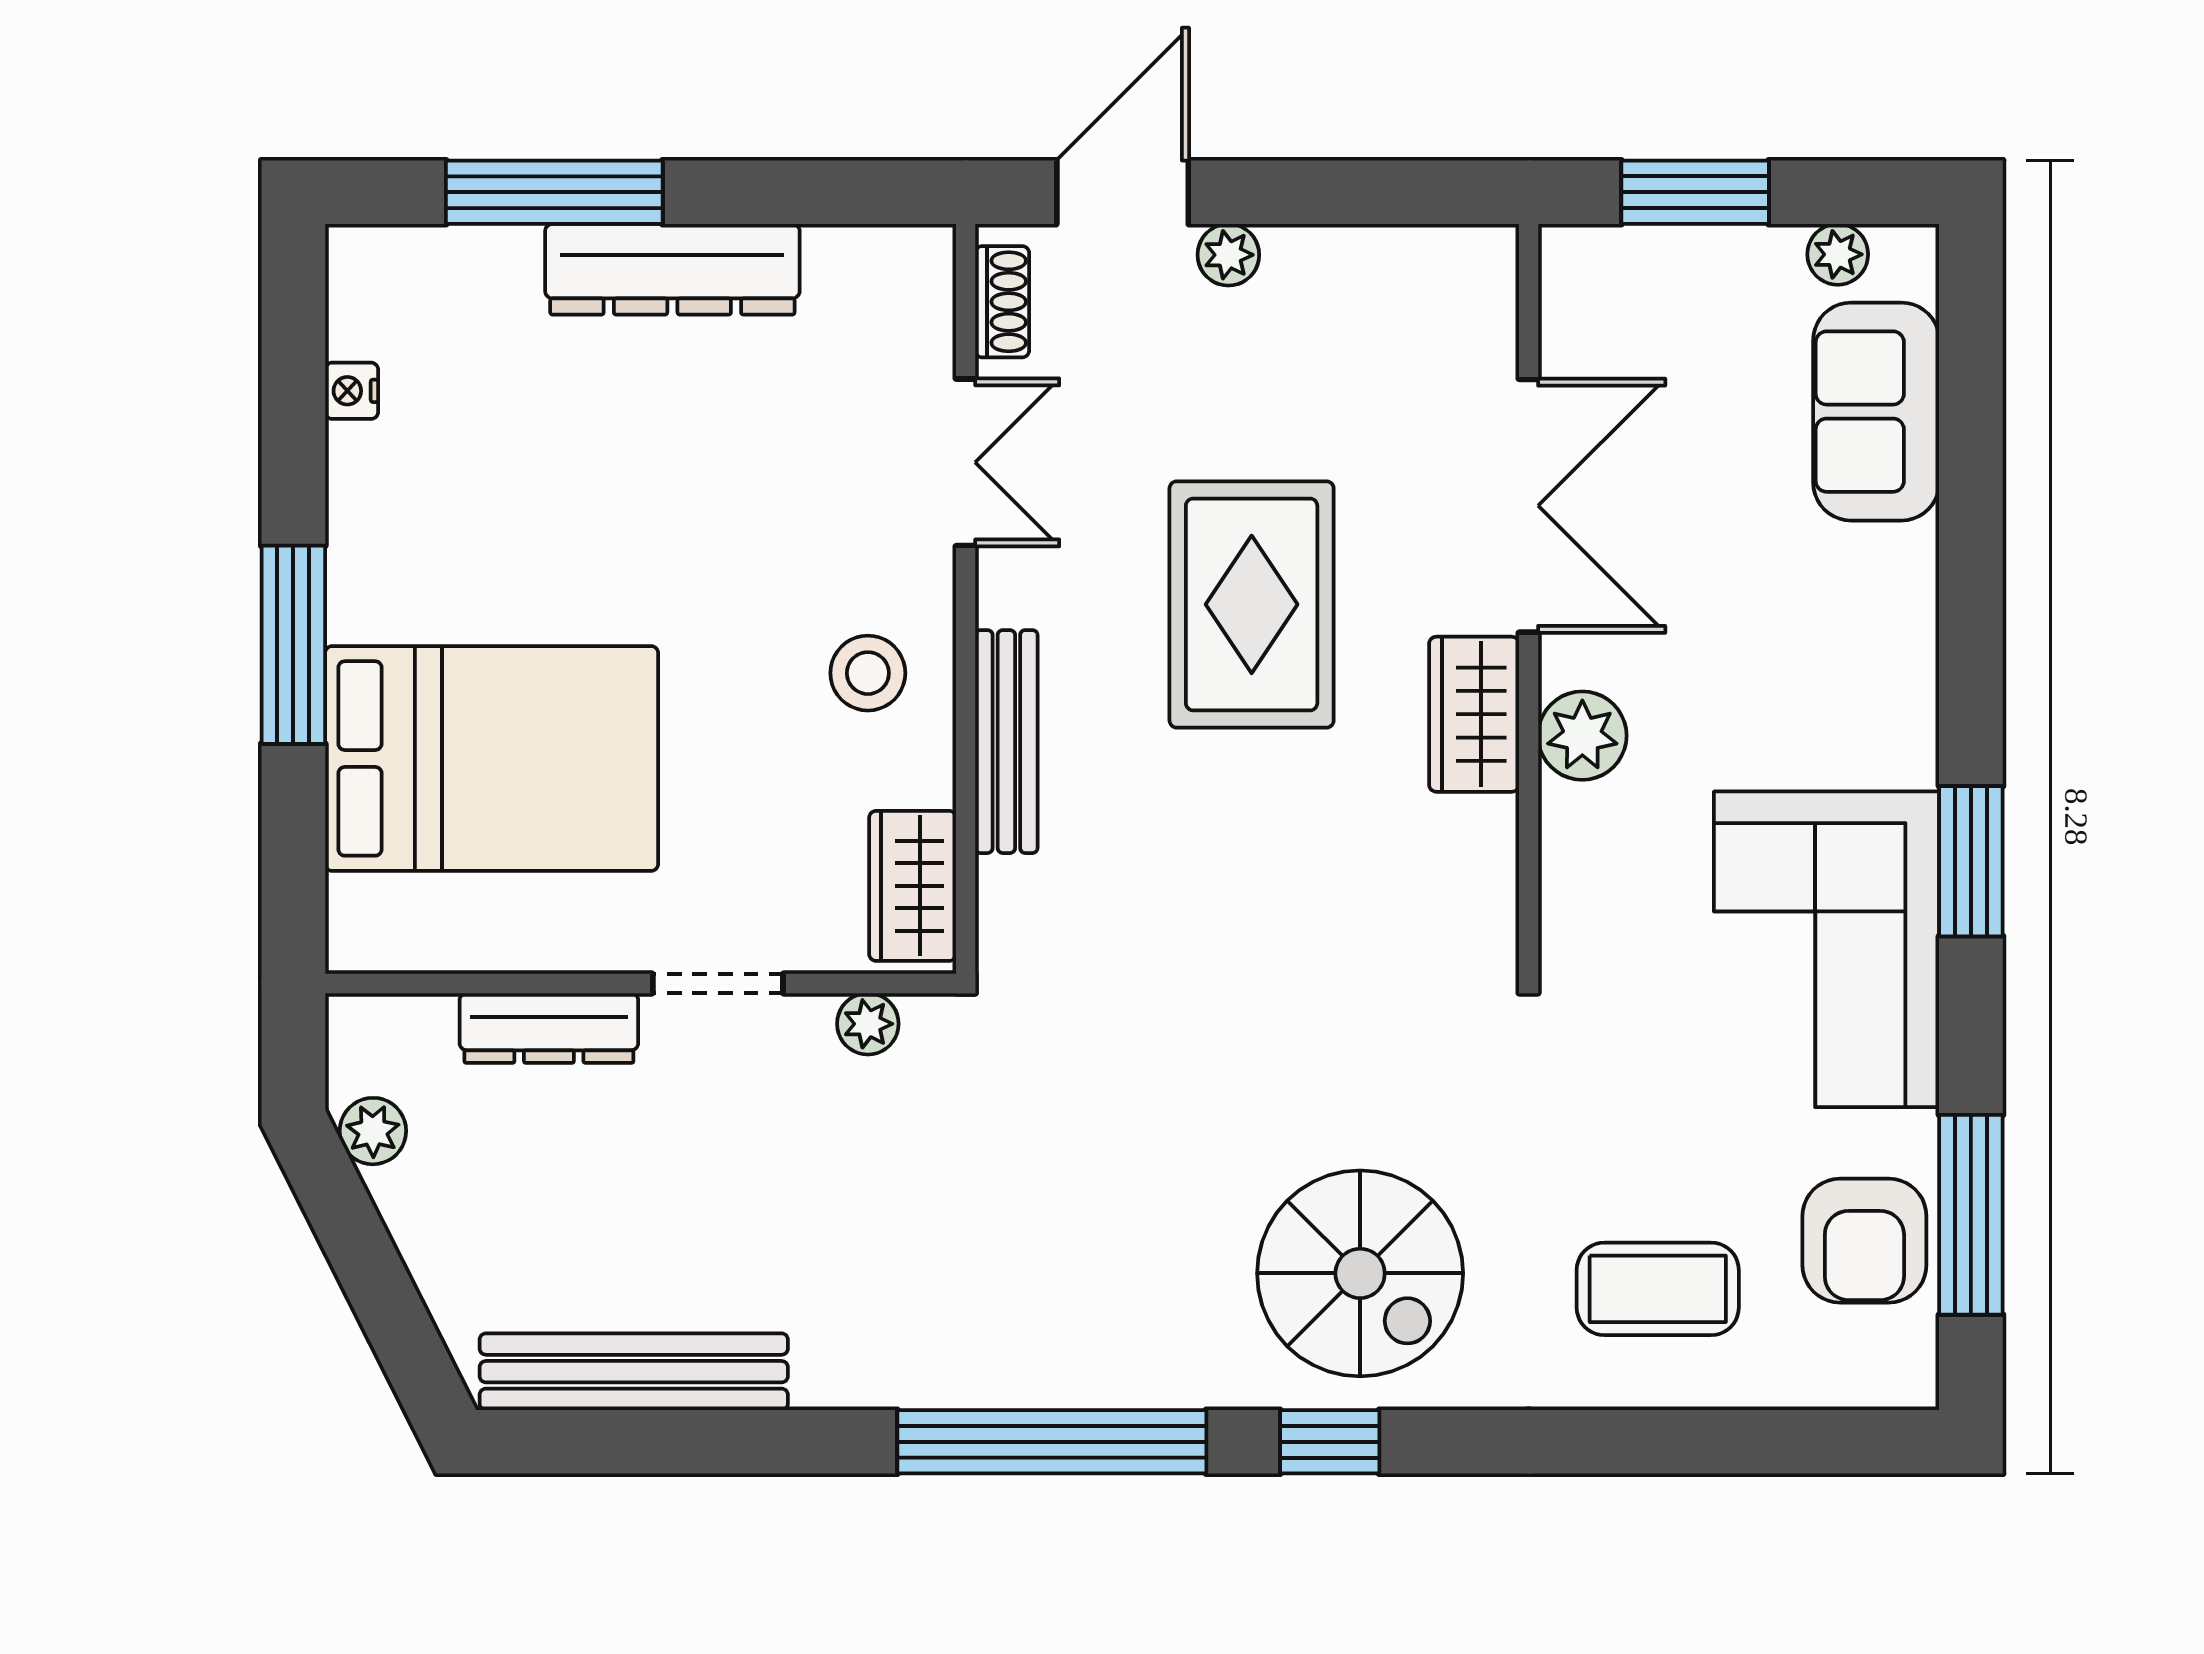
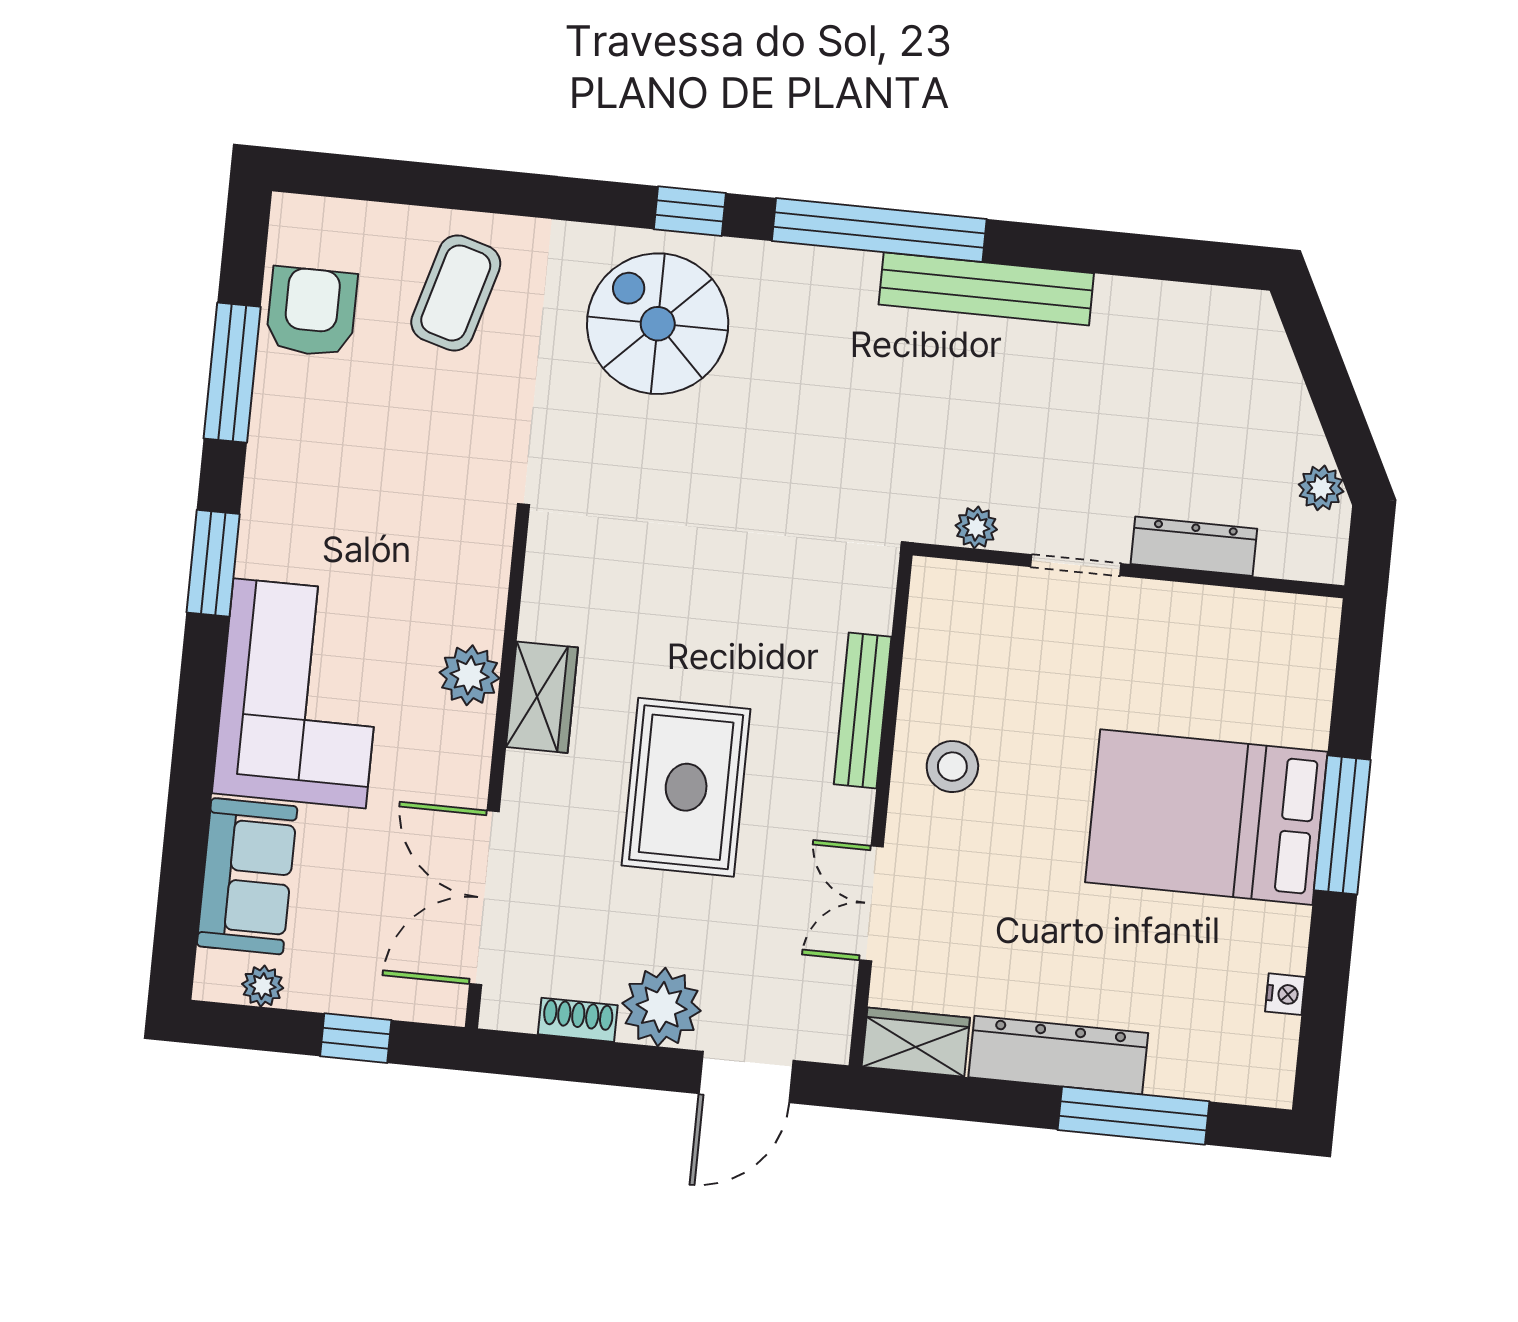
window: (1695, 192) -> (356, 1038), width x0.67
plant: (1228, 255) -> (662, 1007), width x1.87, depth x1.87
shoe rack: (1002, 302) -> (578, 1020), moved, turned 90
double door: (1529, 506) -> (484, 898), moved
bed: (492, 758) -> (1206, 817), moved
wardrobe: (913, 886) -> (916, 1042), moved, turned -90
corner sofa: (1827, 949) -> (300, 693), moved
window: (1971, 1215) -> (232, 373), moved
coffee table: (1658, 1289) -> (456, 293), turned -74
bench: (634, 1372) -> (986, 289), moved

